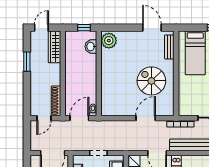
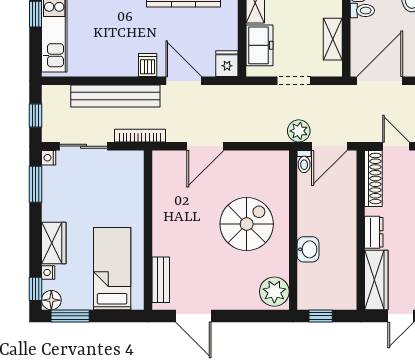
washbasin: (91, 47) -> (308, 249), moved
dresser: (56, 72) -> (374, 232), added
spiral stairs: (151, 81) -> (247, 224), moved, turned -90
door: (44, 118) -> (396, 146), hinge flipped
plant: (96, 126) -> (299, 131), added

